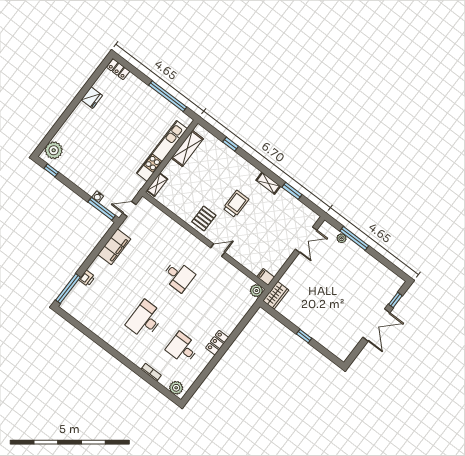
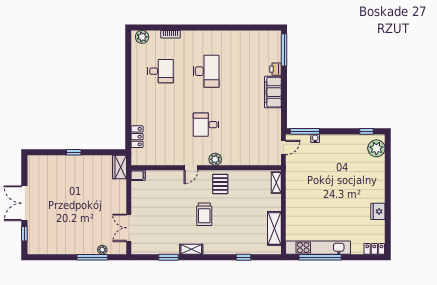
kitchen unit: (162, 151) -> (318, 248), moved, turned -90
filing cabinet: (114, 247) -> (273, 92), moved
plant: (256, 291) -> (215, 159), moved
locker: (217, 343) -> (137, 137), moved

